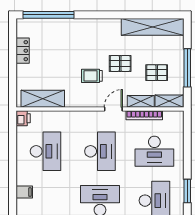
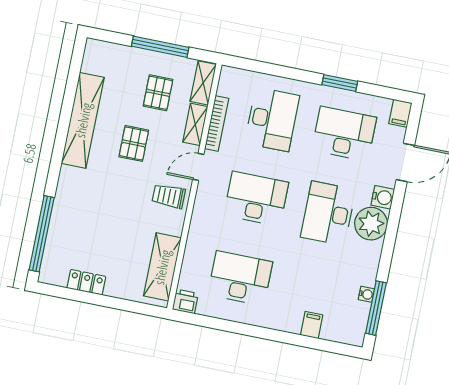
shelving: (153, 27) -> (83, 120), moved
trolley: (92, 76) -> (169, 196), moved, turned 90
door: (113, 109) -> (198, 167), hinge flipped
filing cabinet: (24, 192) -> (312, 325), moved

